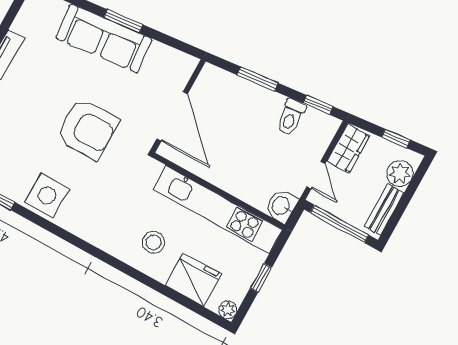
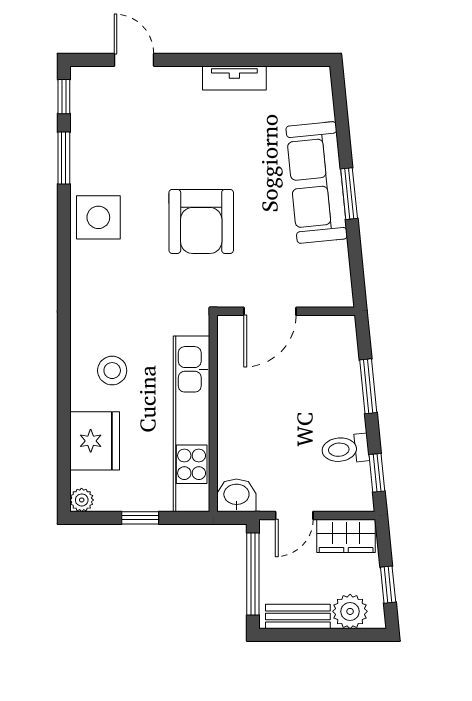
door: (172, 116) -> (270, 311), width x0.73

